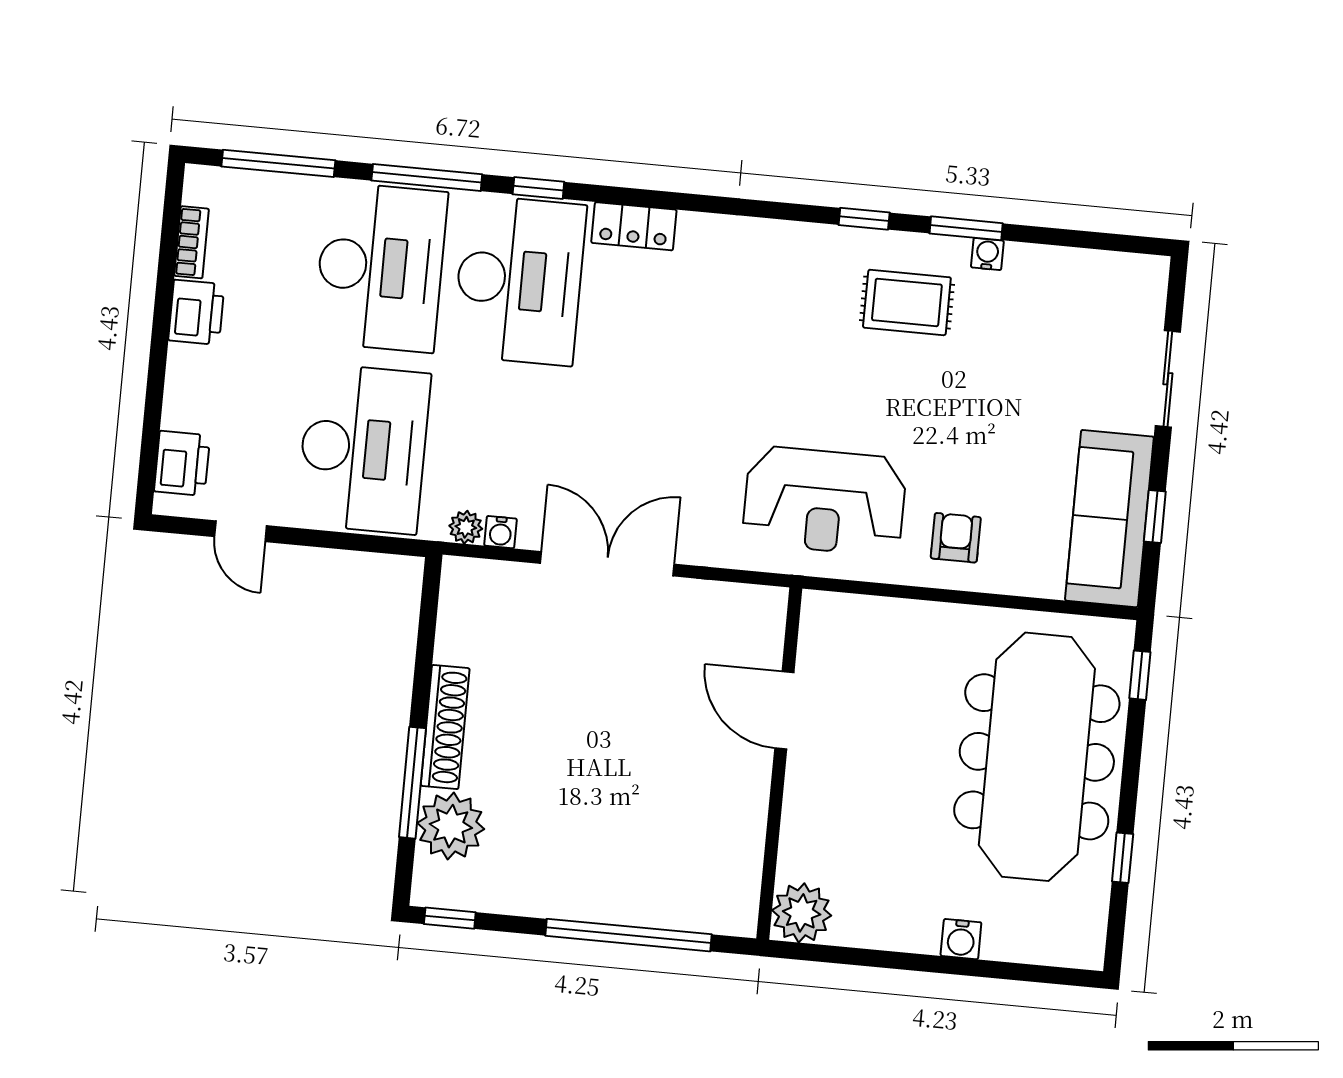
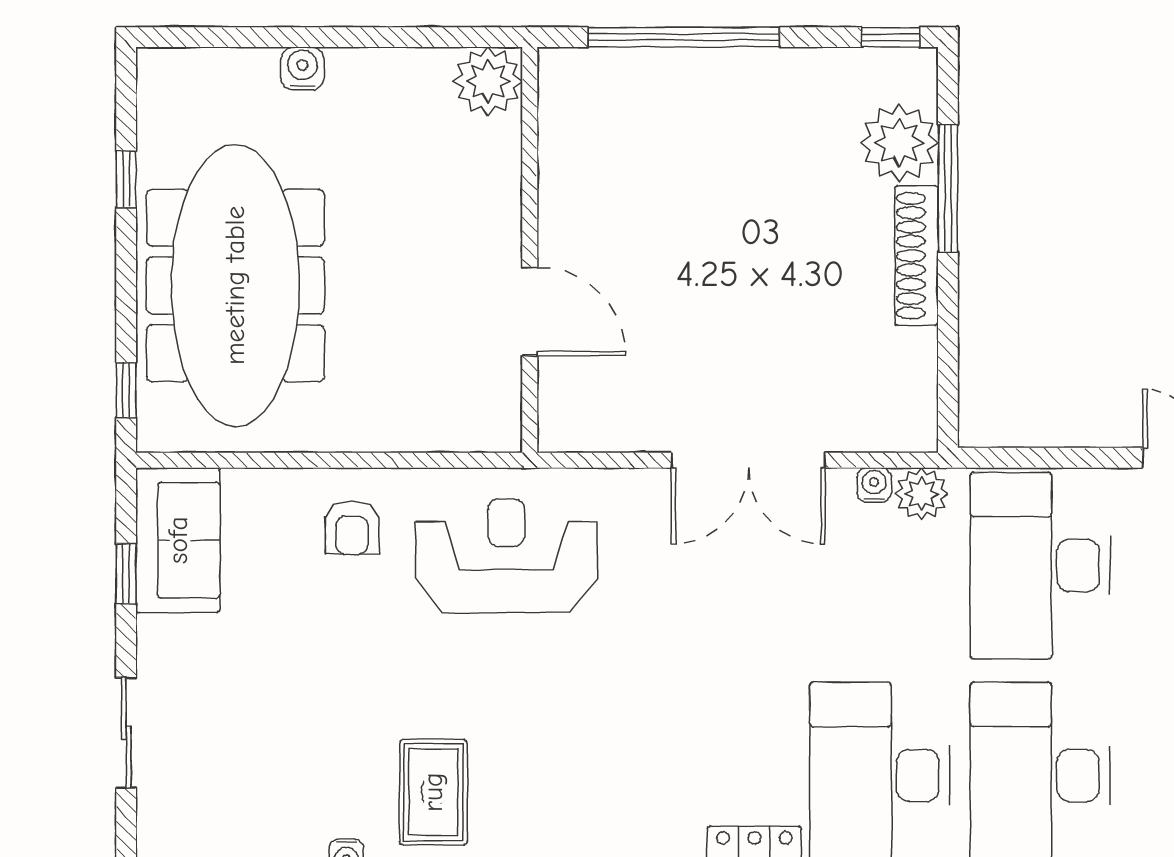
rug: (907, 302) -> (433, 792), turned 90
sofa: (1109, 519) -> (178, 540), width x0.73
plant: (466, 527) -> (922, 494), width x1.38, depth x1.38

